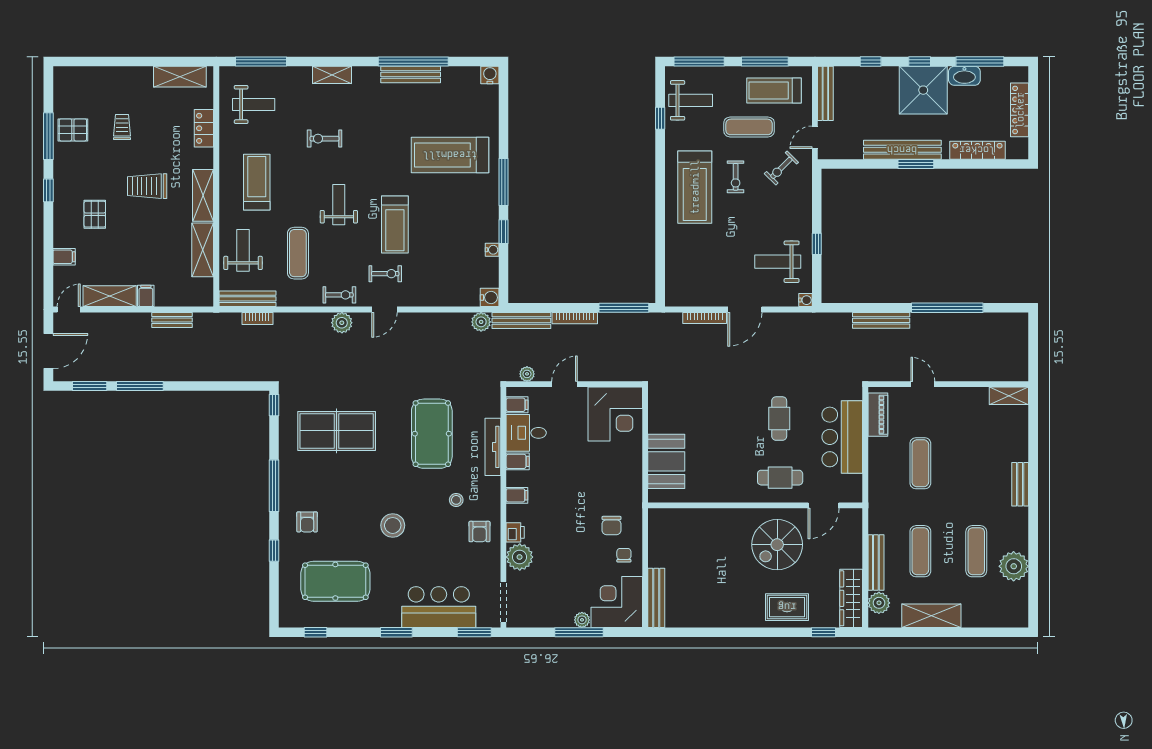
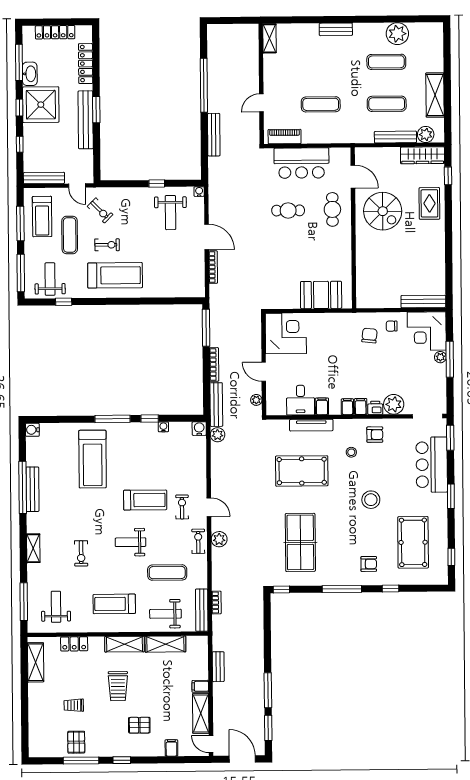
filing cabinet: (517, 405) -> (361, 406), moved
chair: (611, 526) -> (369, 336), turned -84

